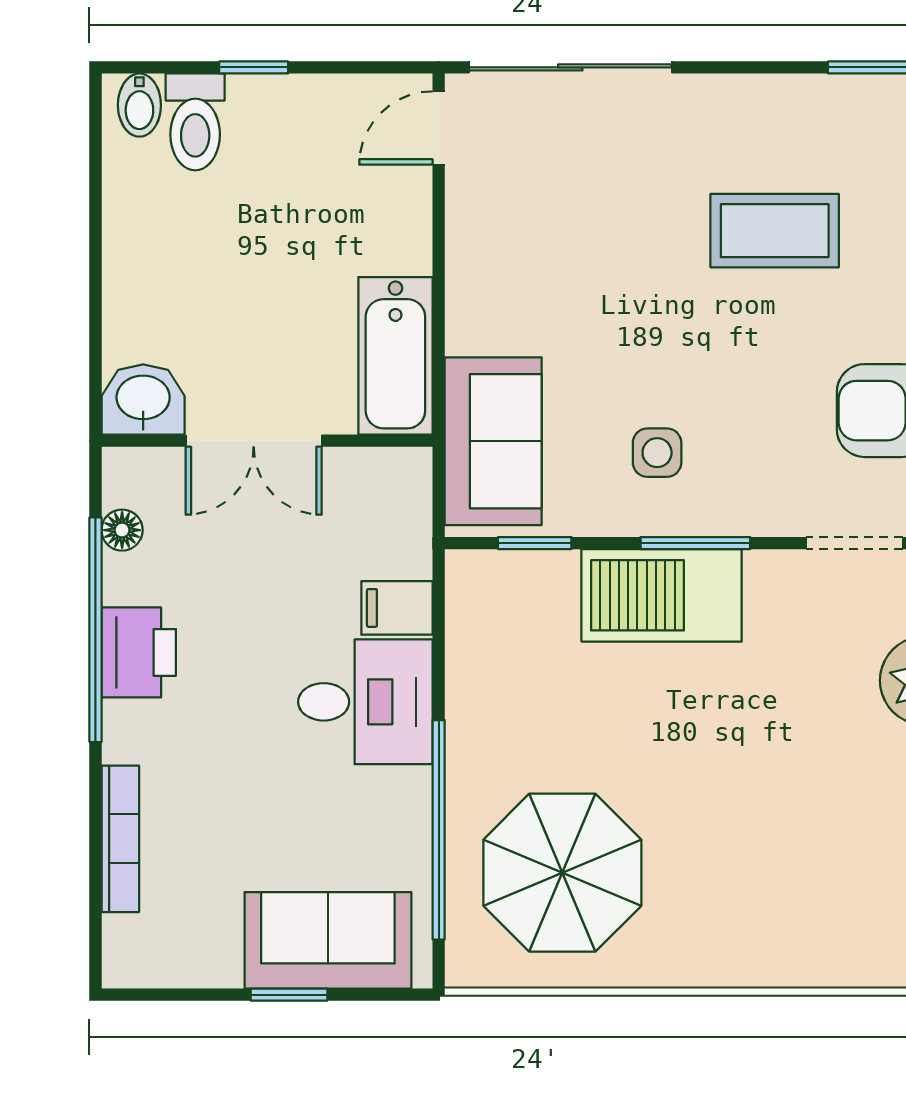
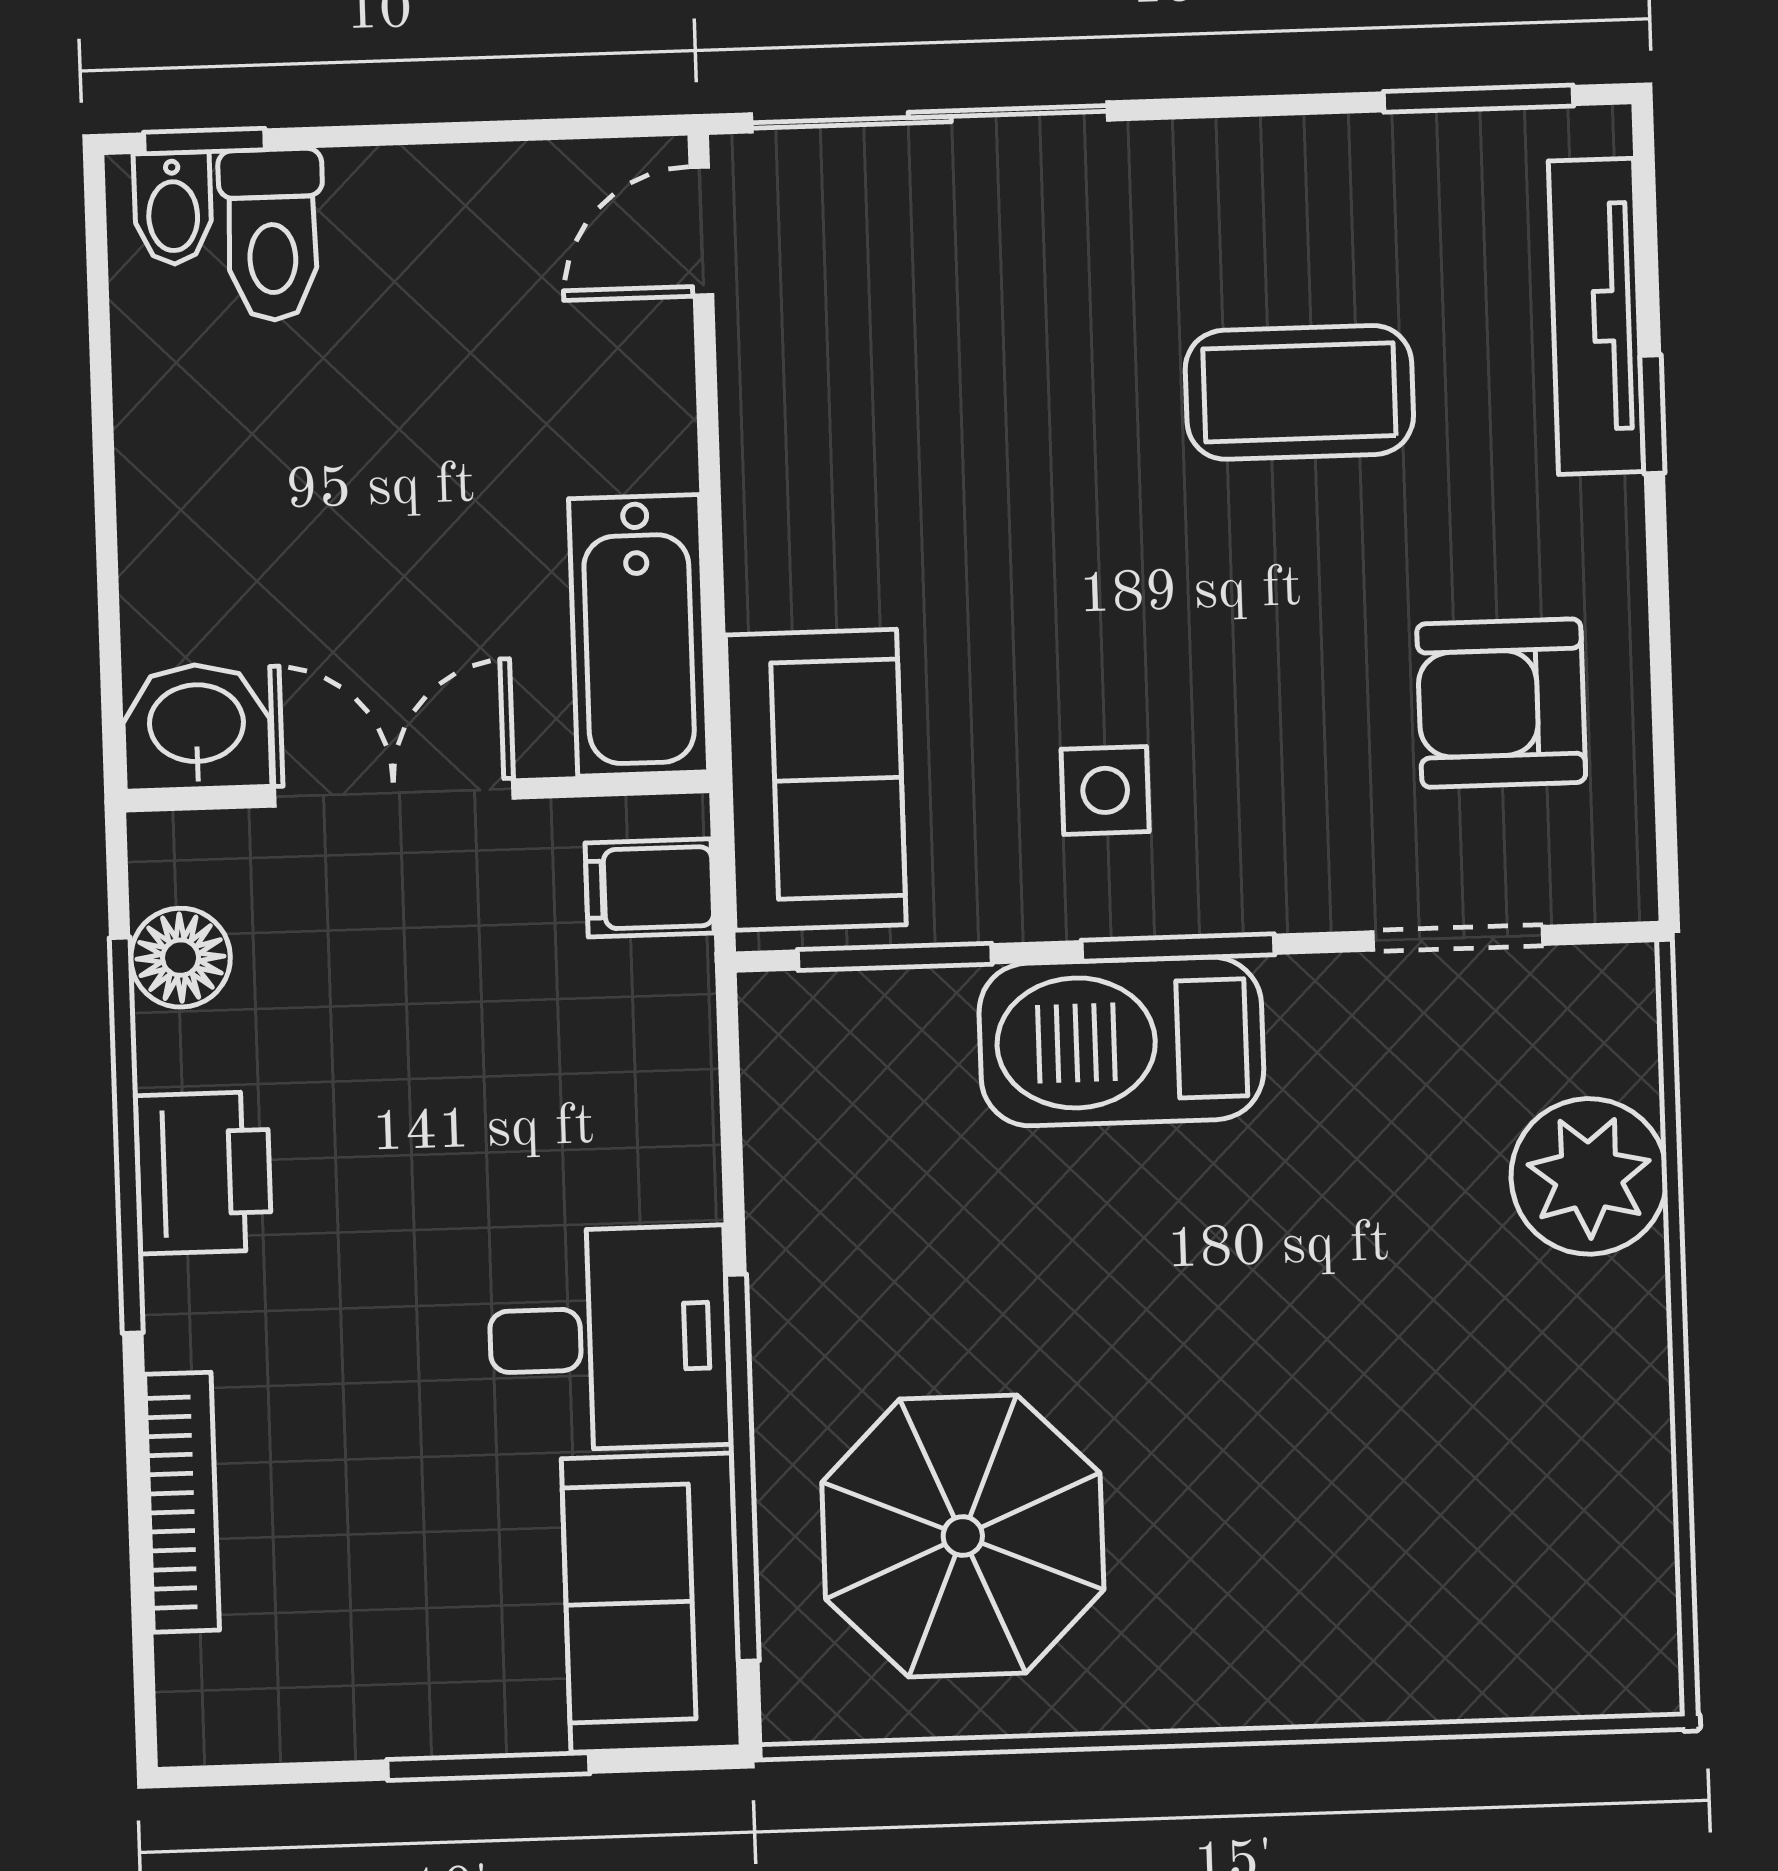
window: (254, 67) -> (204, 141), moved
double door: (254, 441) -> (394, 793), swing flipped
floor lamp: (122, 530) -> (181, 958), width x1.37, depth x1.37
window: (535, 543) -> (895, 957), width x1.50
filing cabinet: (397, 608) -> (650, 888), moved
desk: (365, 702) -> (609, 1339), moved
sofa: (328, 940) -> (651, 1603), moved, turned -90
window: (289, 995) -> (488, 1767), width x1.50

